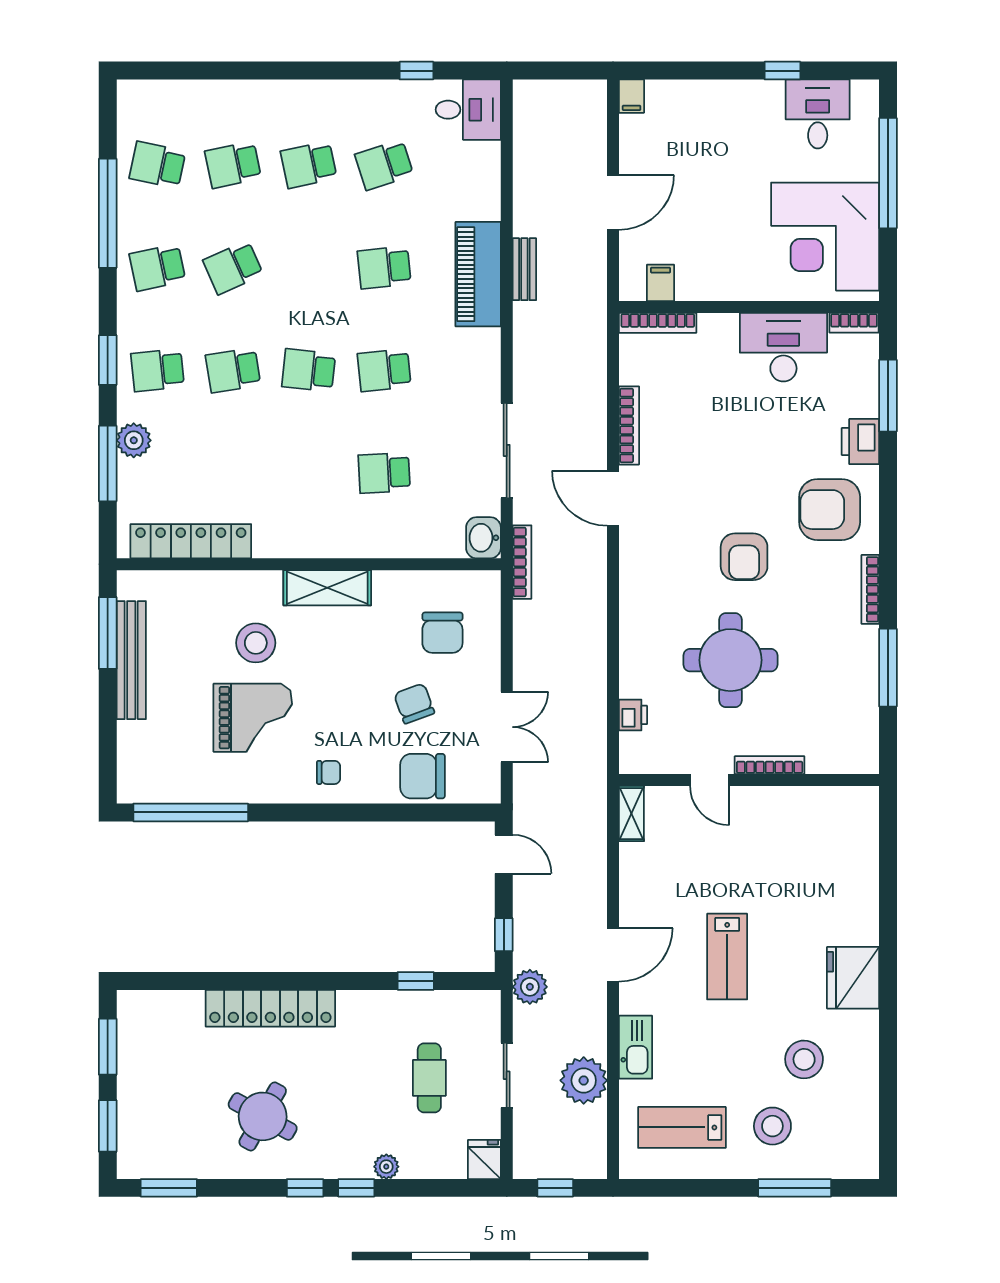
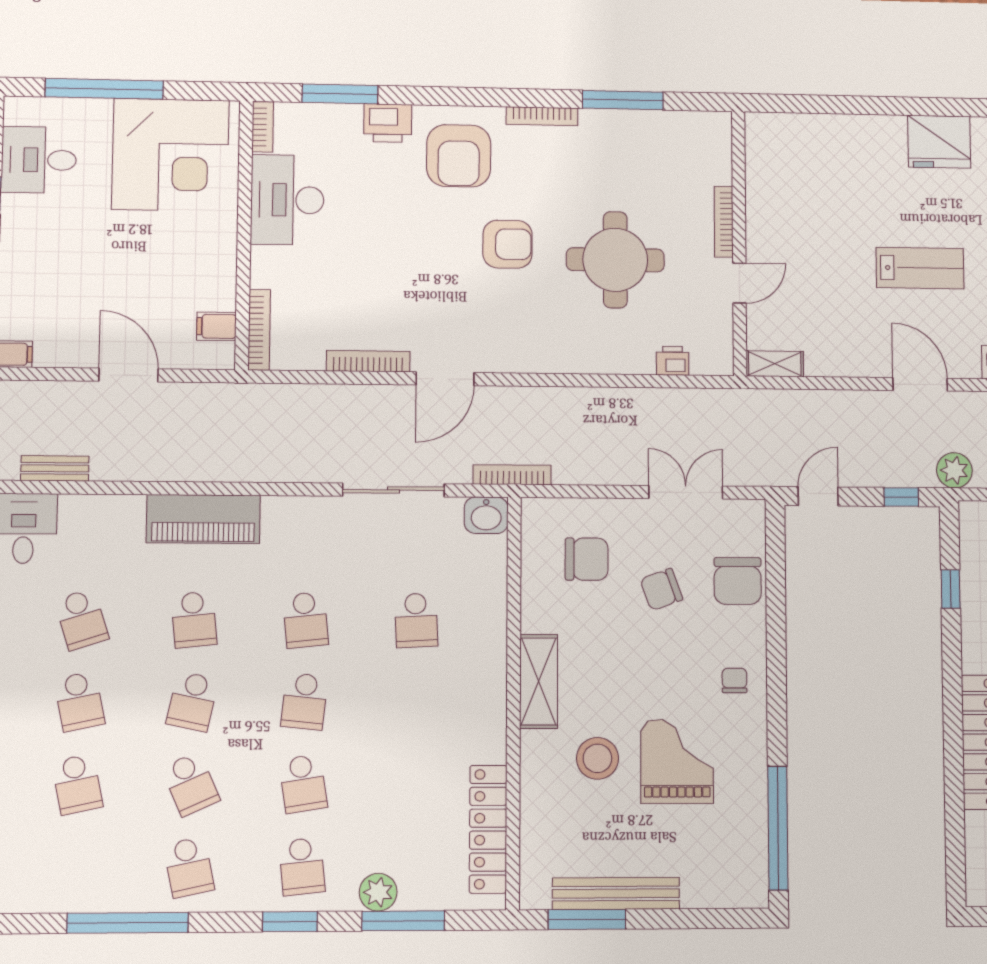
school desk: (157, 165) -> (192, 701), moved
bench: (524, 269) -> (55, 468), moved

